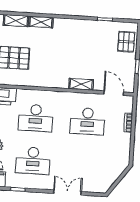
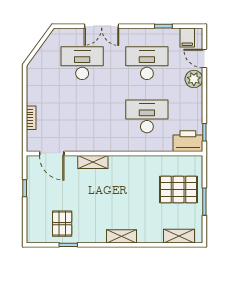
shelving: (41, 22) -> (121, 236), moved
pallet: (126, 42) -> (62, 224), moved
desk: (87, 121) -> (82, 63), moved

